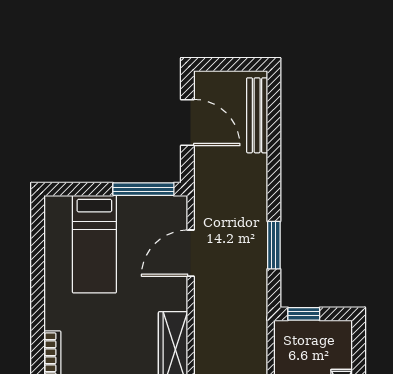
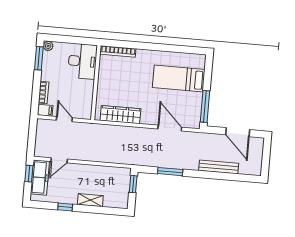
bench: (257, 115) -> (219, 167), moved
door: (187, 123) -> (238, 132), hinge flipped

